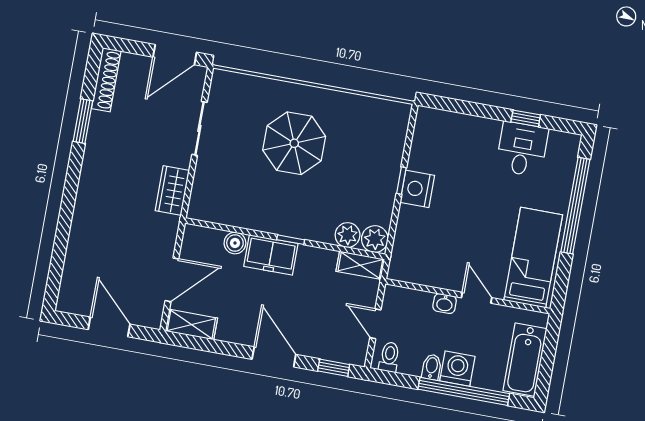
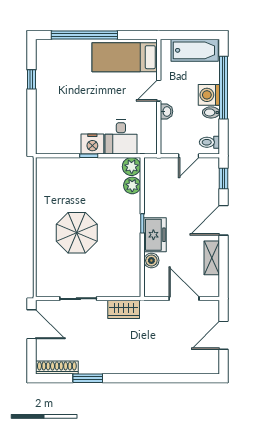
desk: (522, 149) -> (121, 137), moved, turned -90
shelving: (360, 265) -> (151, 173), removed
shelving: (191, 325) -> (212, 258), moved

